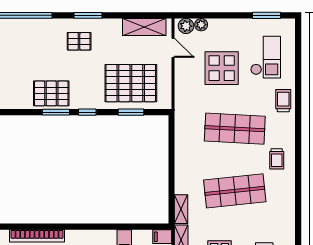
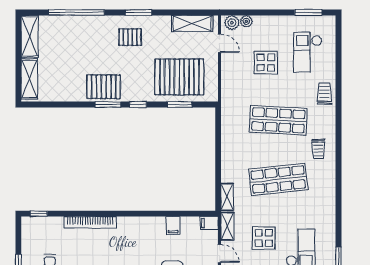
checkout: (266, 57) -> (308, 52), turned 180
display table: (222, 68) -> (266, 63), width x0.73, depth x0.73

